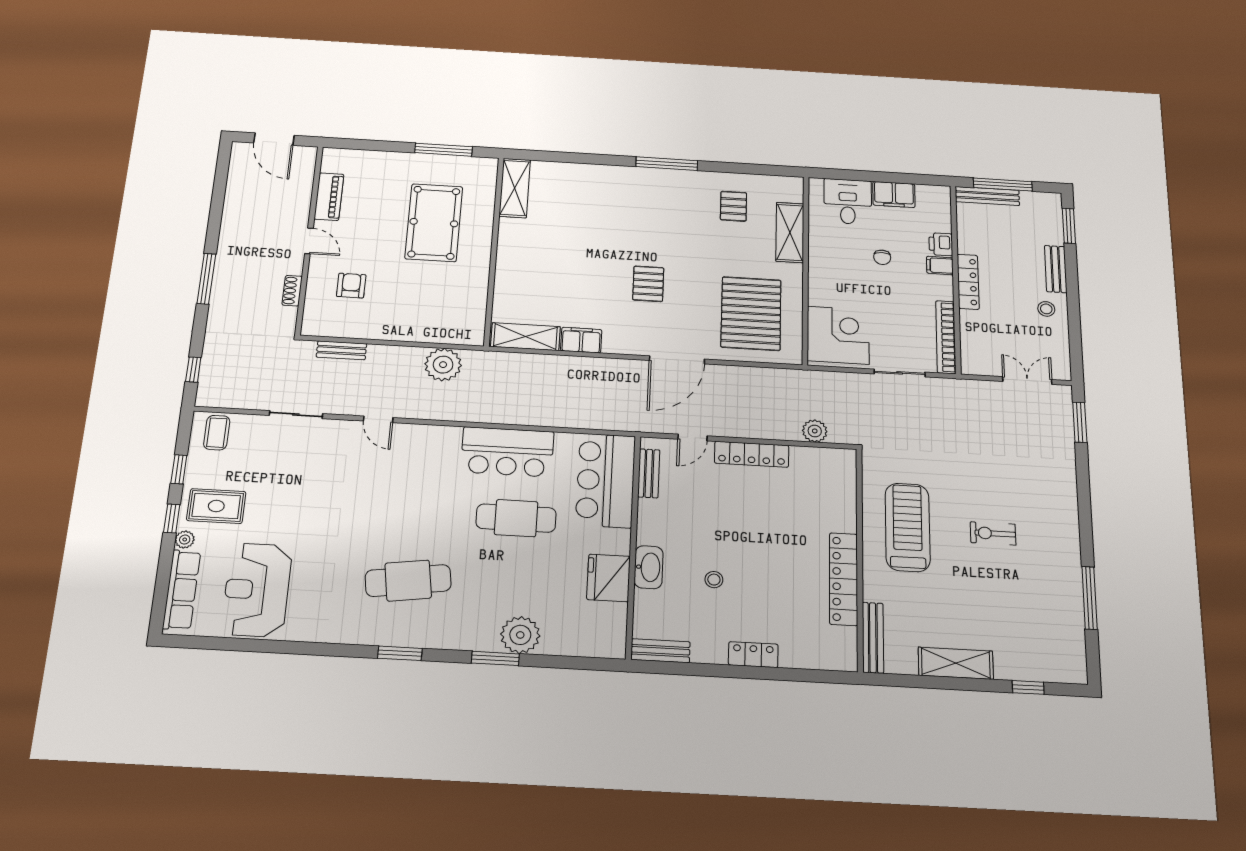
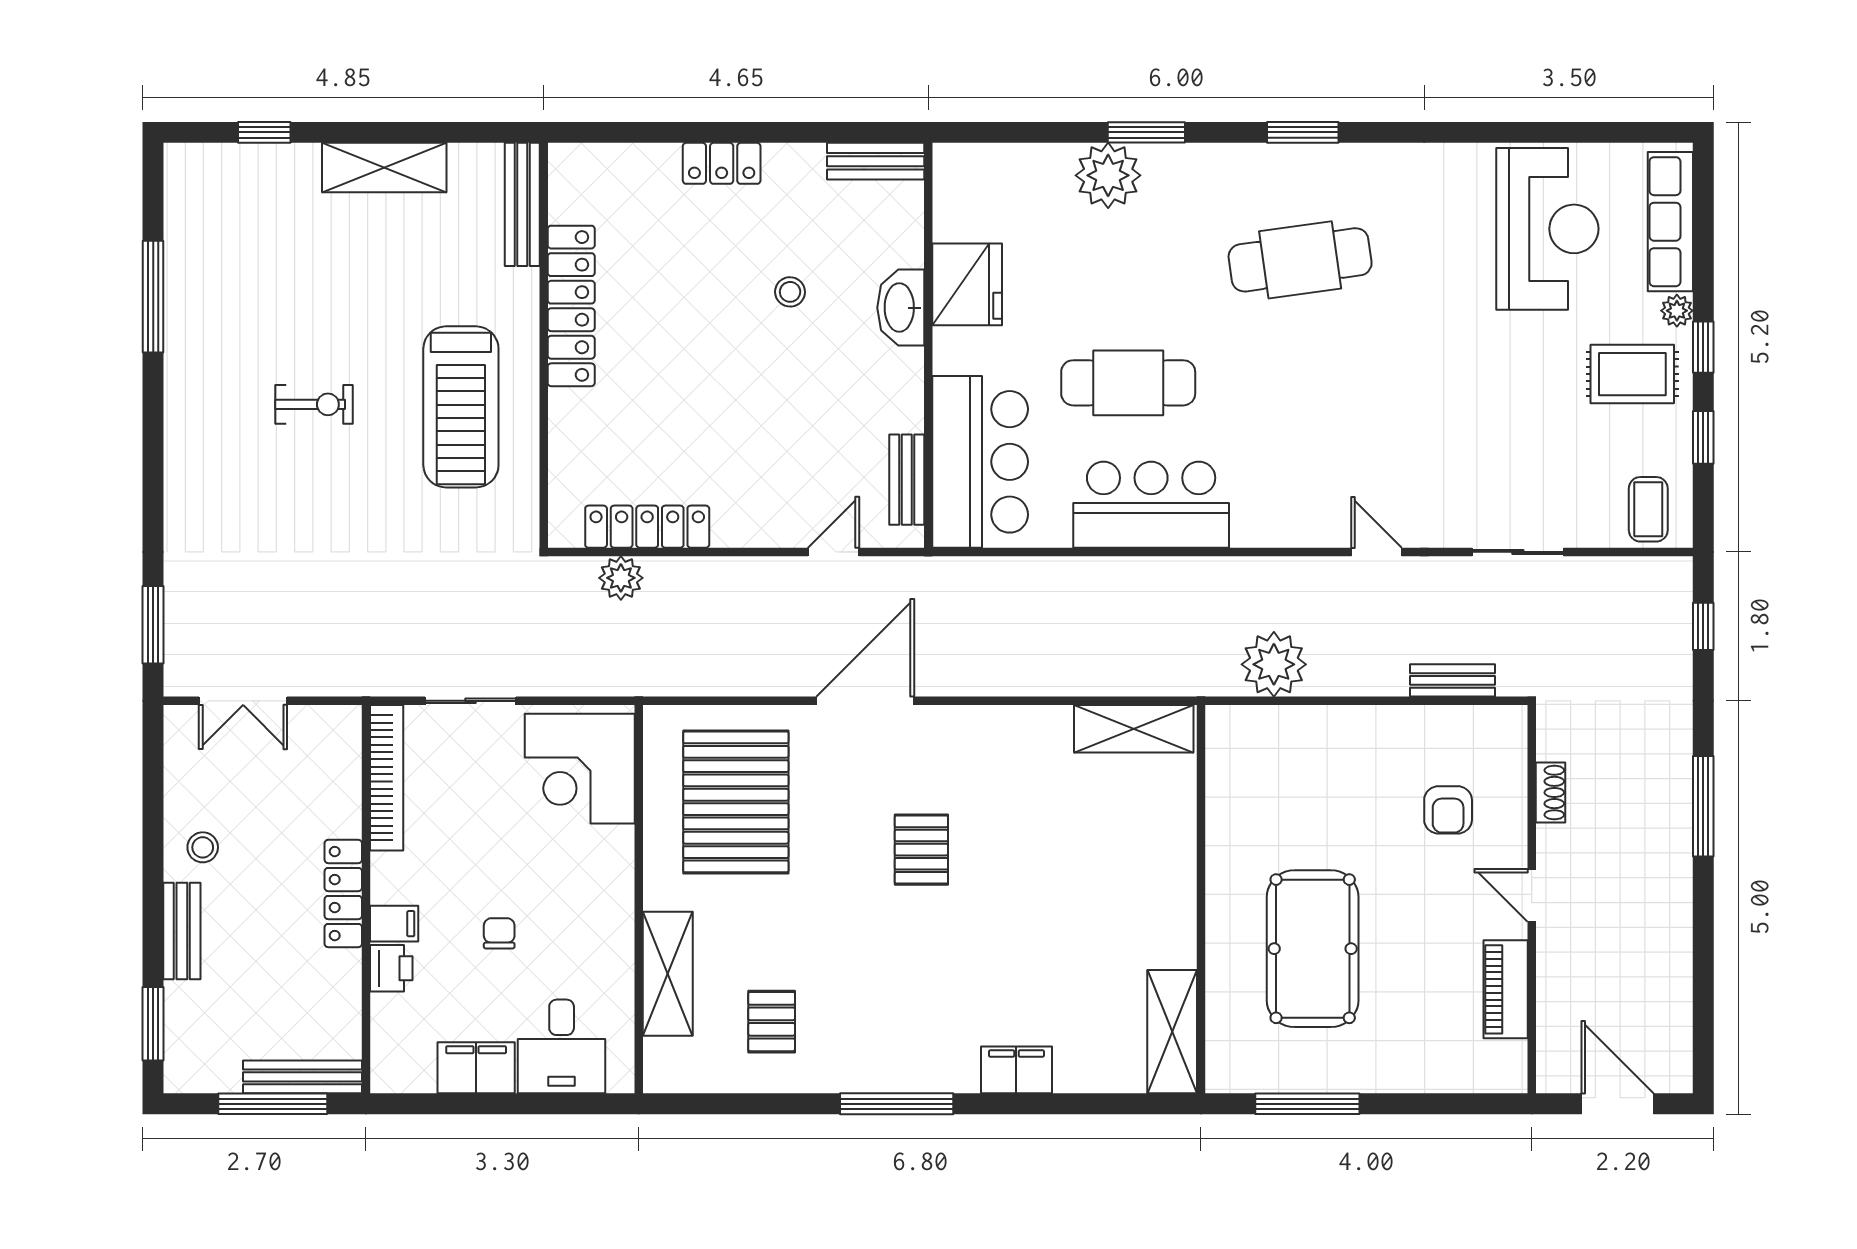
filing cabinet: (581, 340) -> (1016, 1070), moved, turned 180
locker: (752, 454) -> (647, 527), moved

